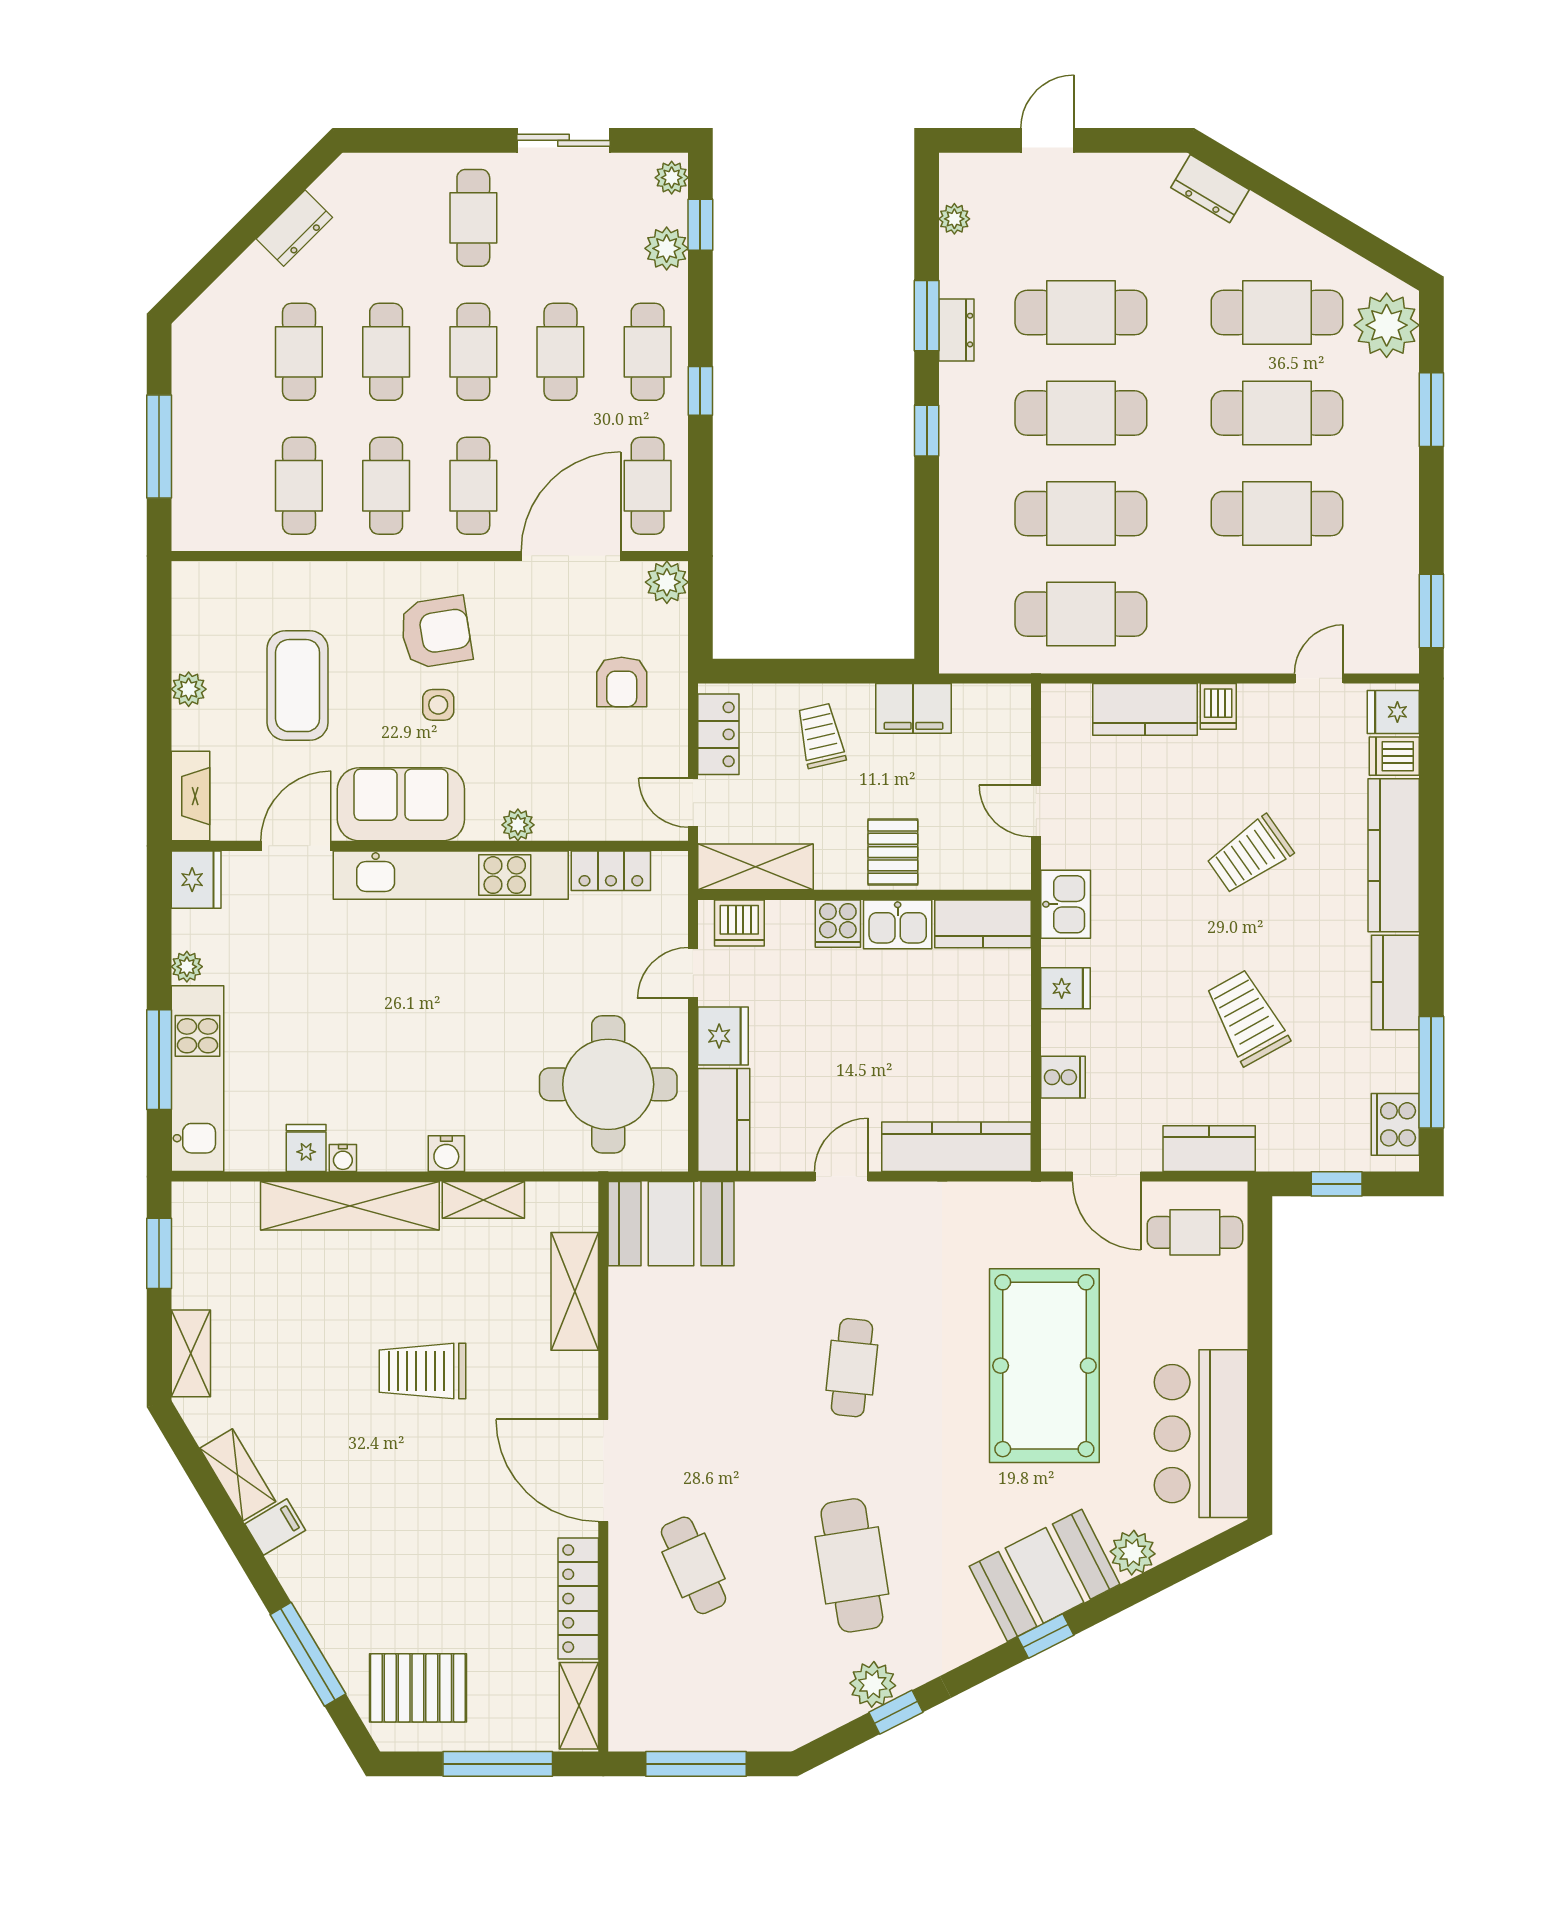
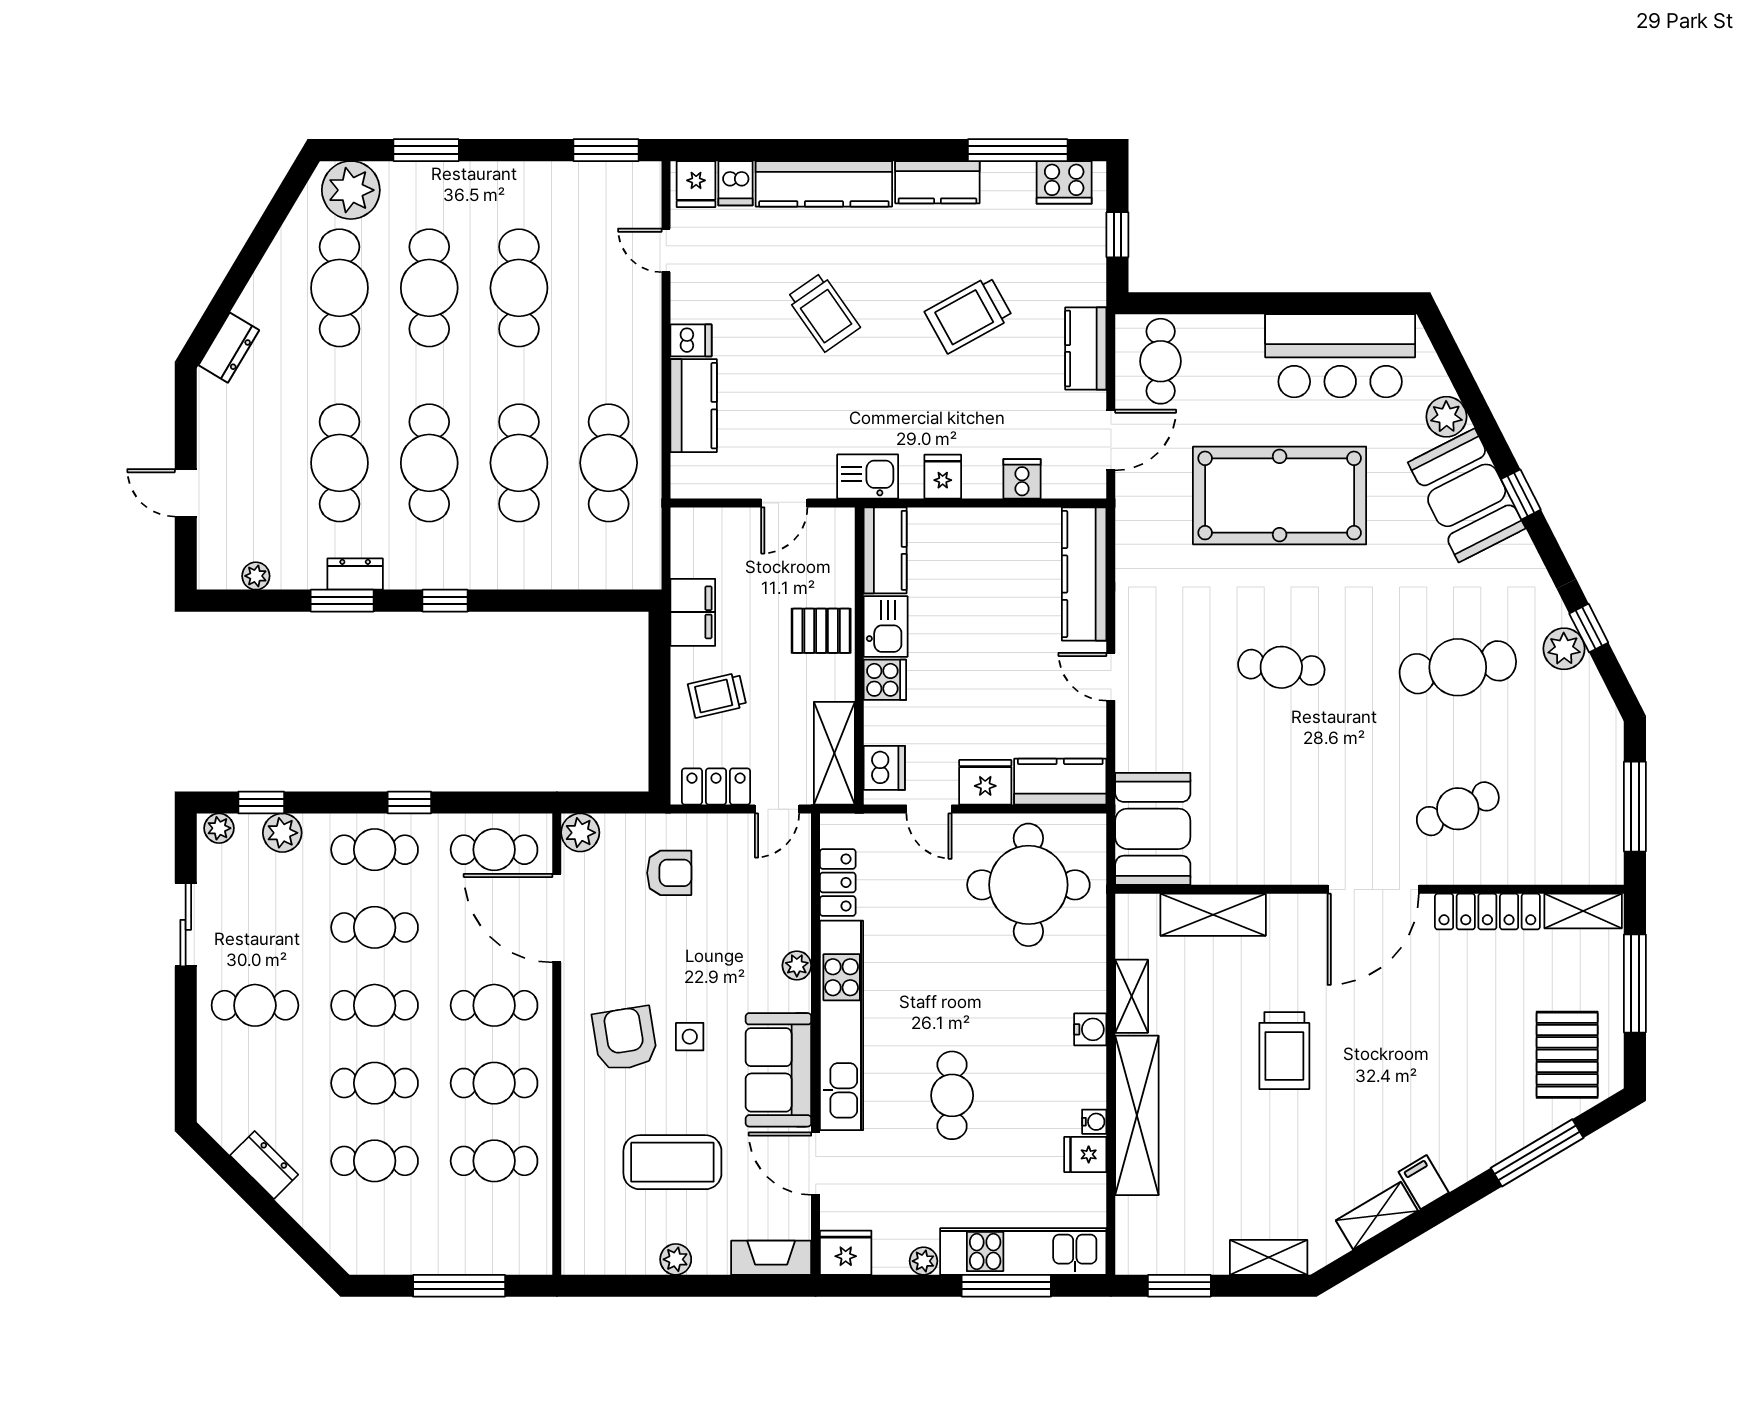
cafe table: (372, 999) -> (952, 1095), added

